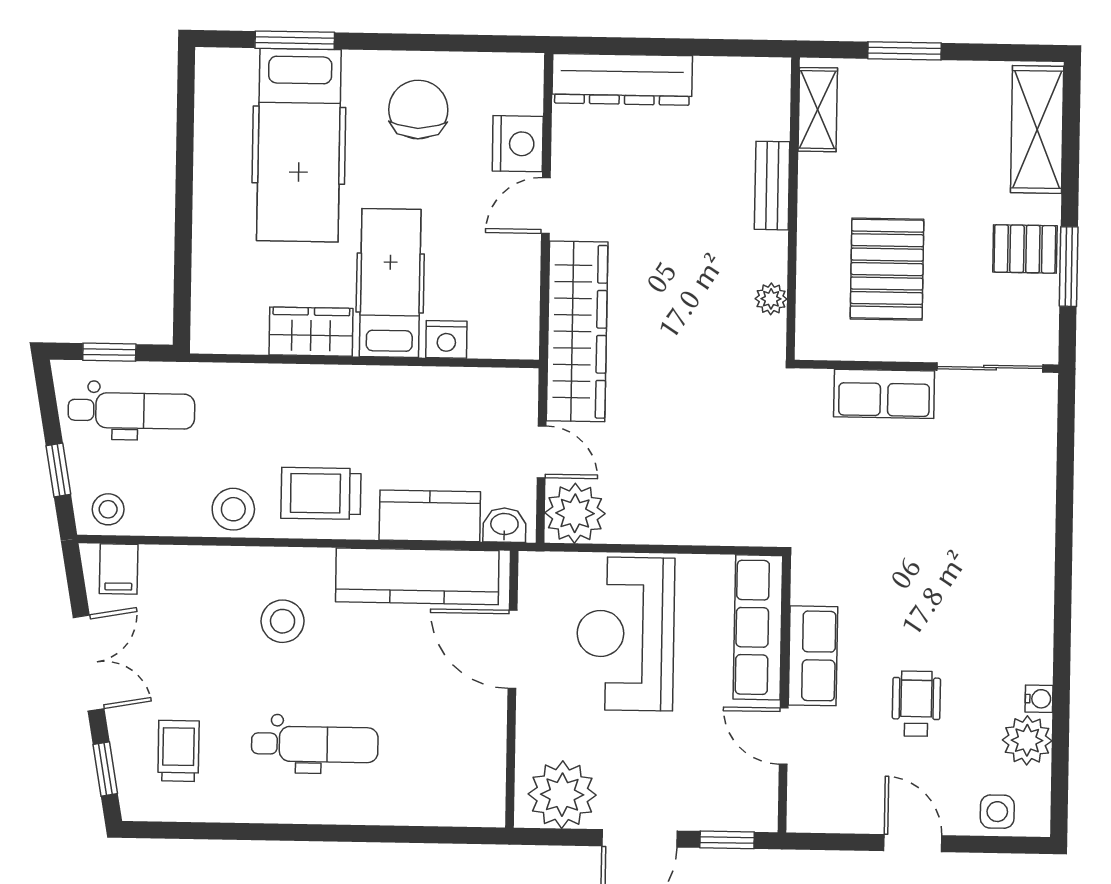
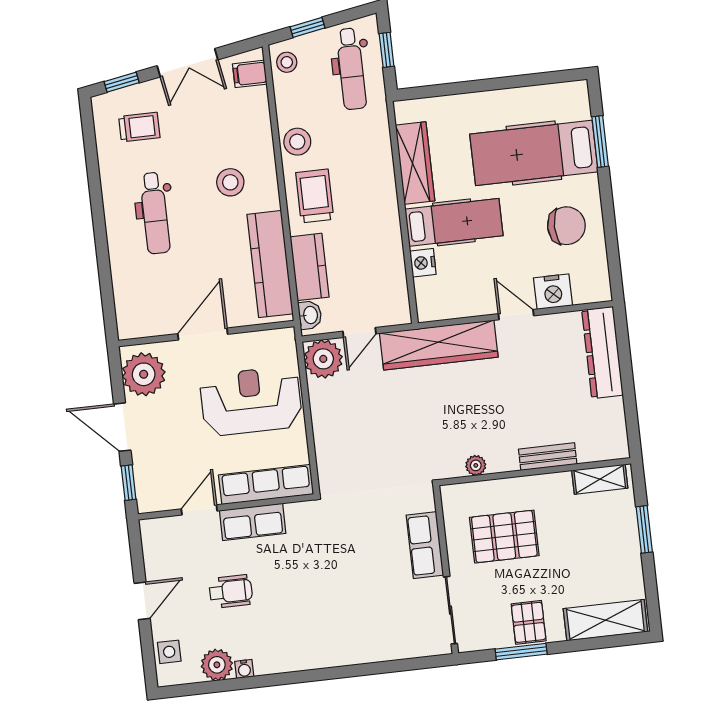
wardrobe: (311, 332) -> (415, 163), width x1.50
door: (513, 649) -> (203, 334), moved

